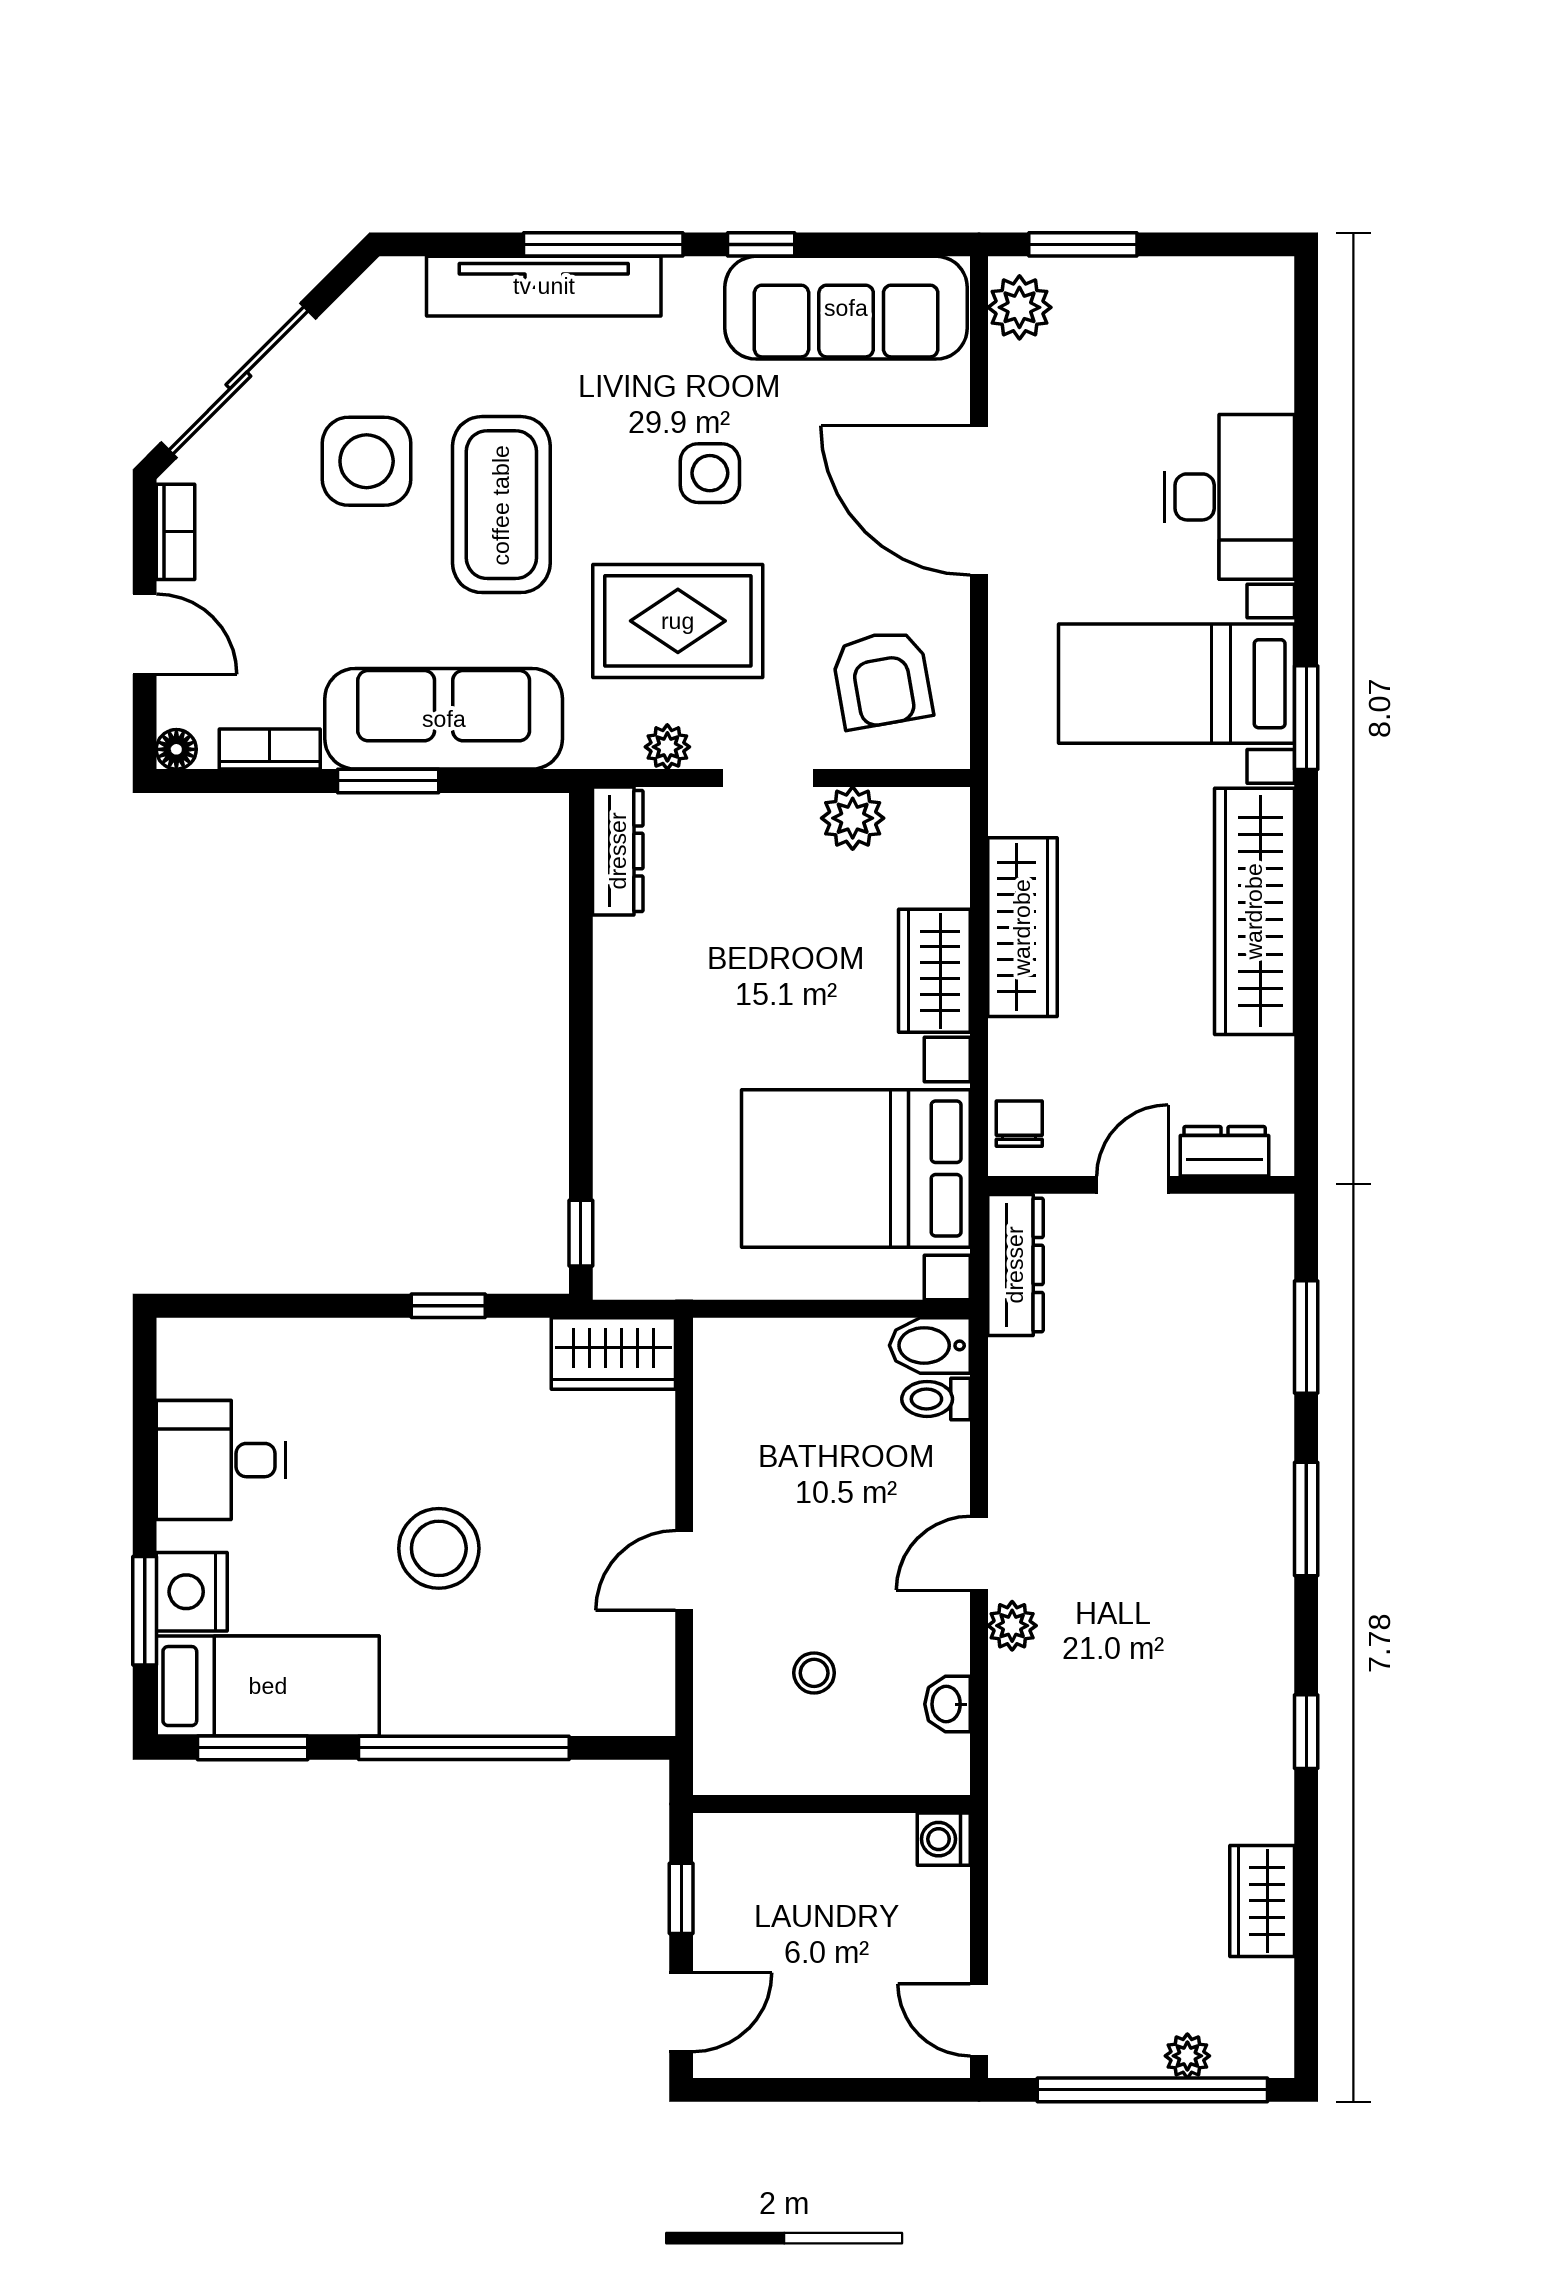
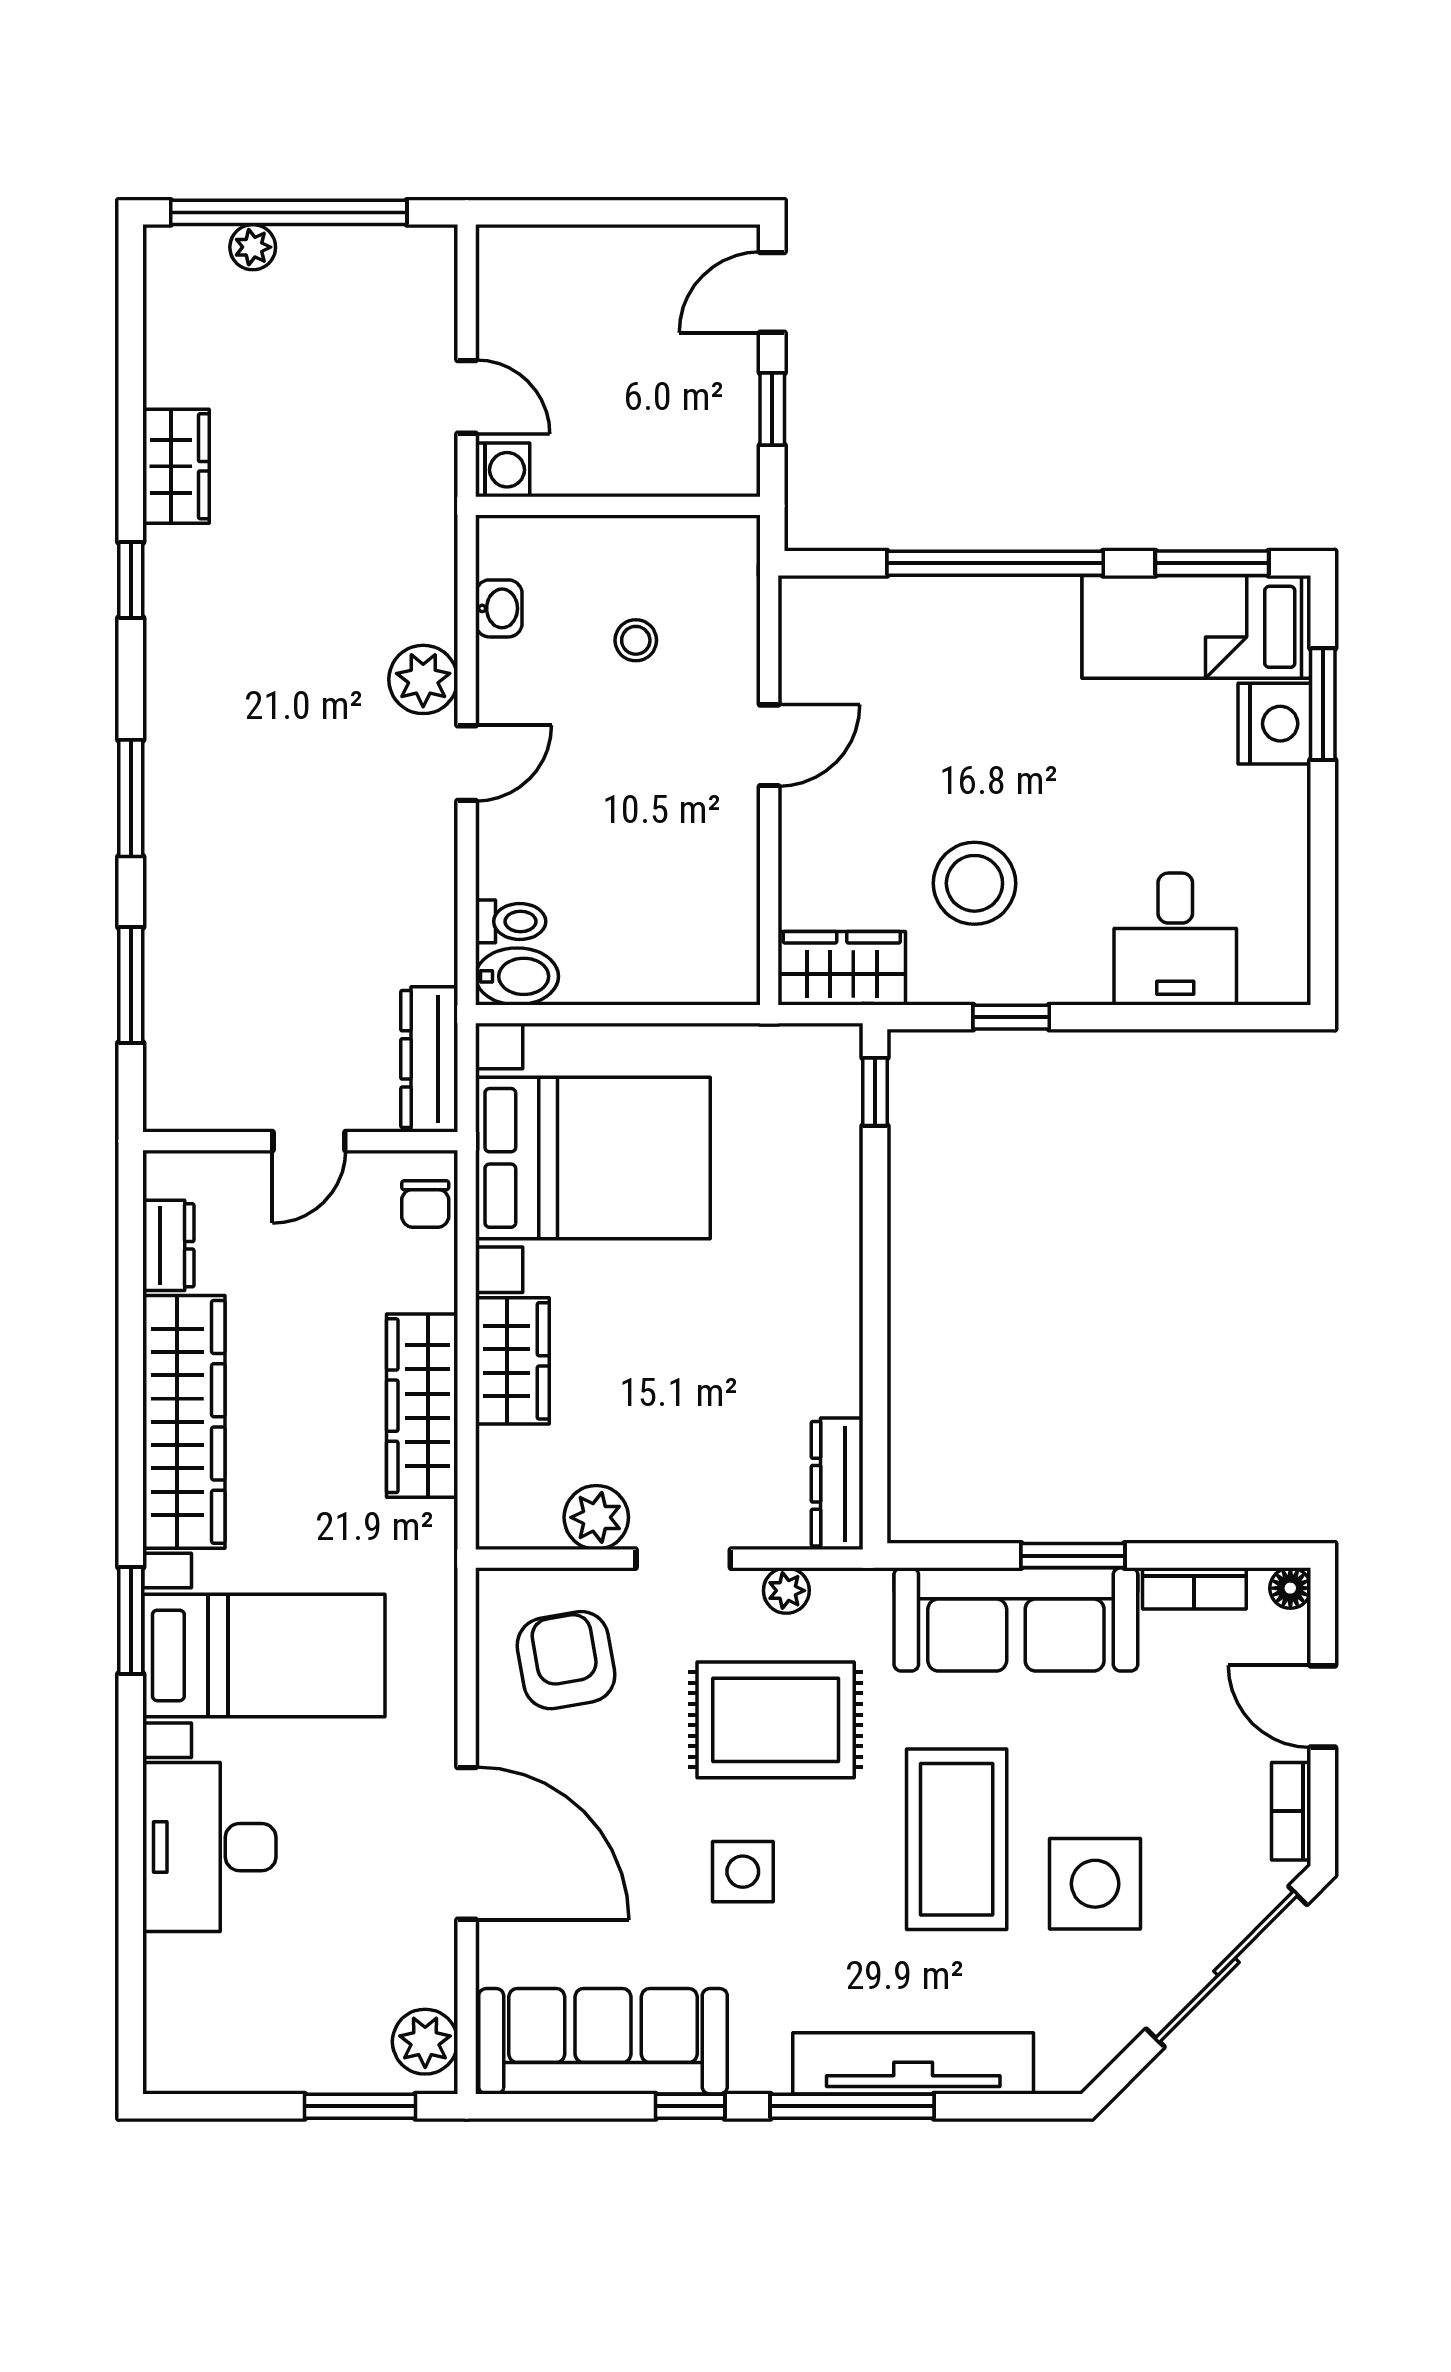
dresser: (1225, 1151) -> (168, 1245), moved, turned -90
desk: (221, 1460) -> (1175, 939), moved, turned 90
stool: (439, 1548) -> (974, 883), moved
plant: (1012, 1626) -> (423, 679), width x1.38, depth x1.38
wardrobe: (1262, 1901) -> (176, 466), moved
door: (979, 2020) -> (467, 397), moved

